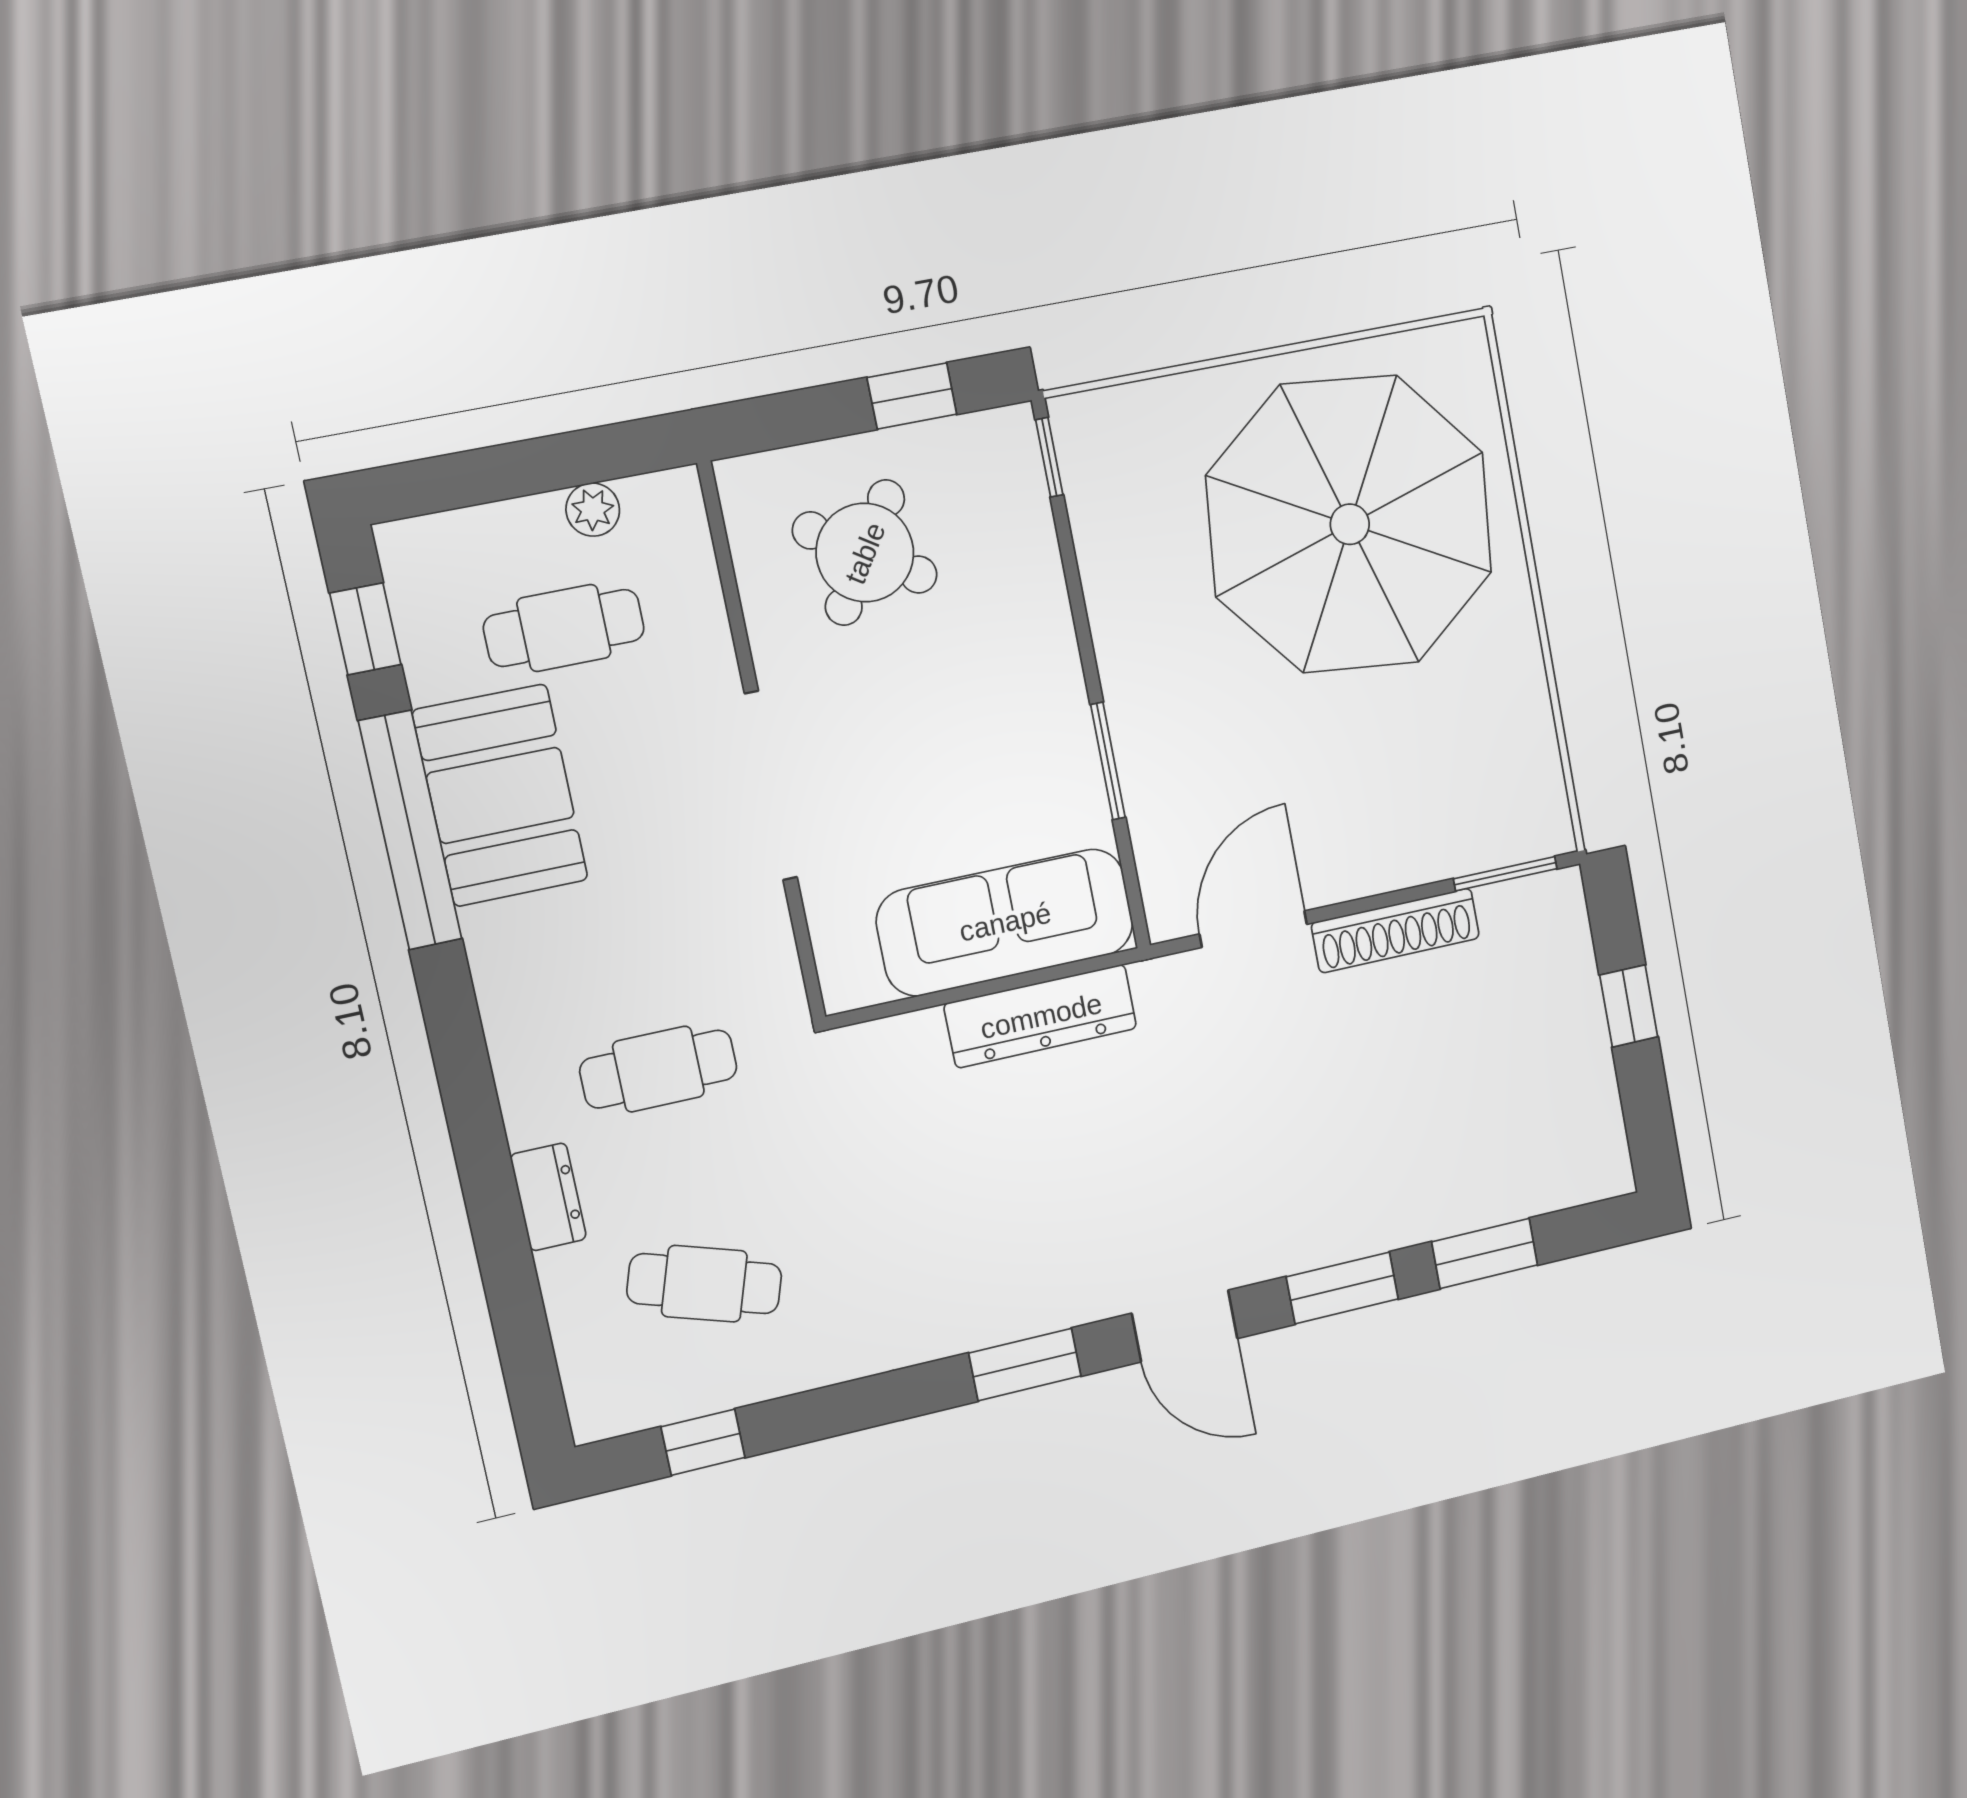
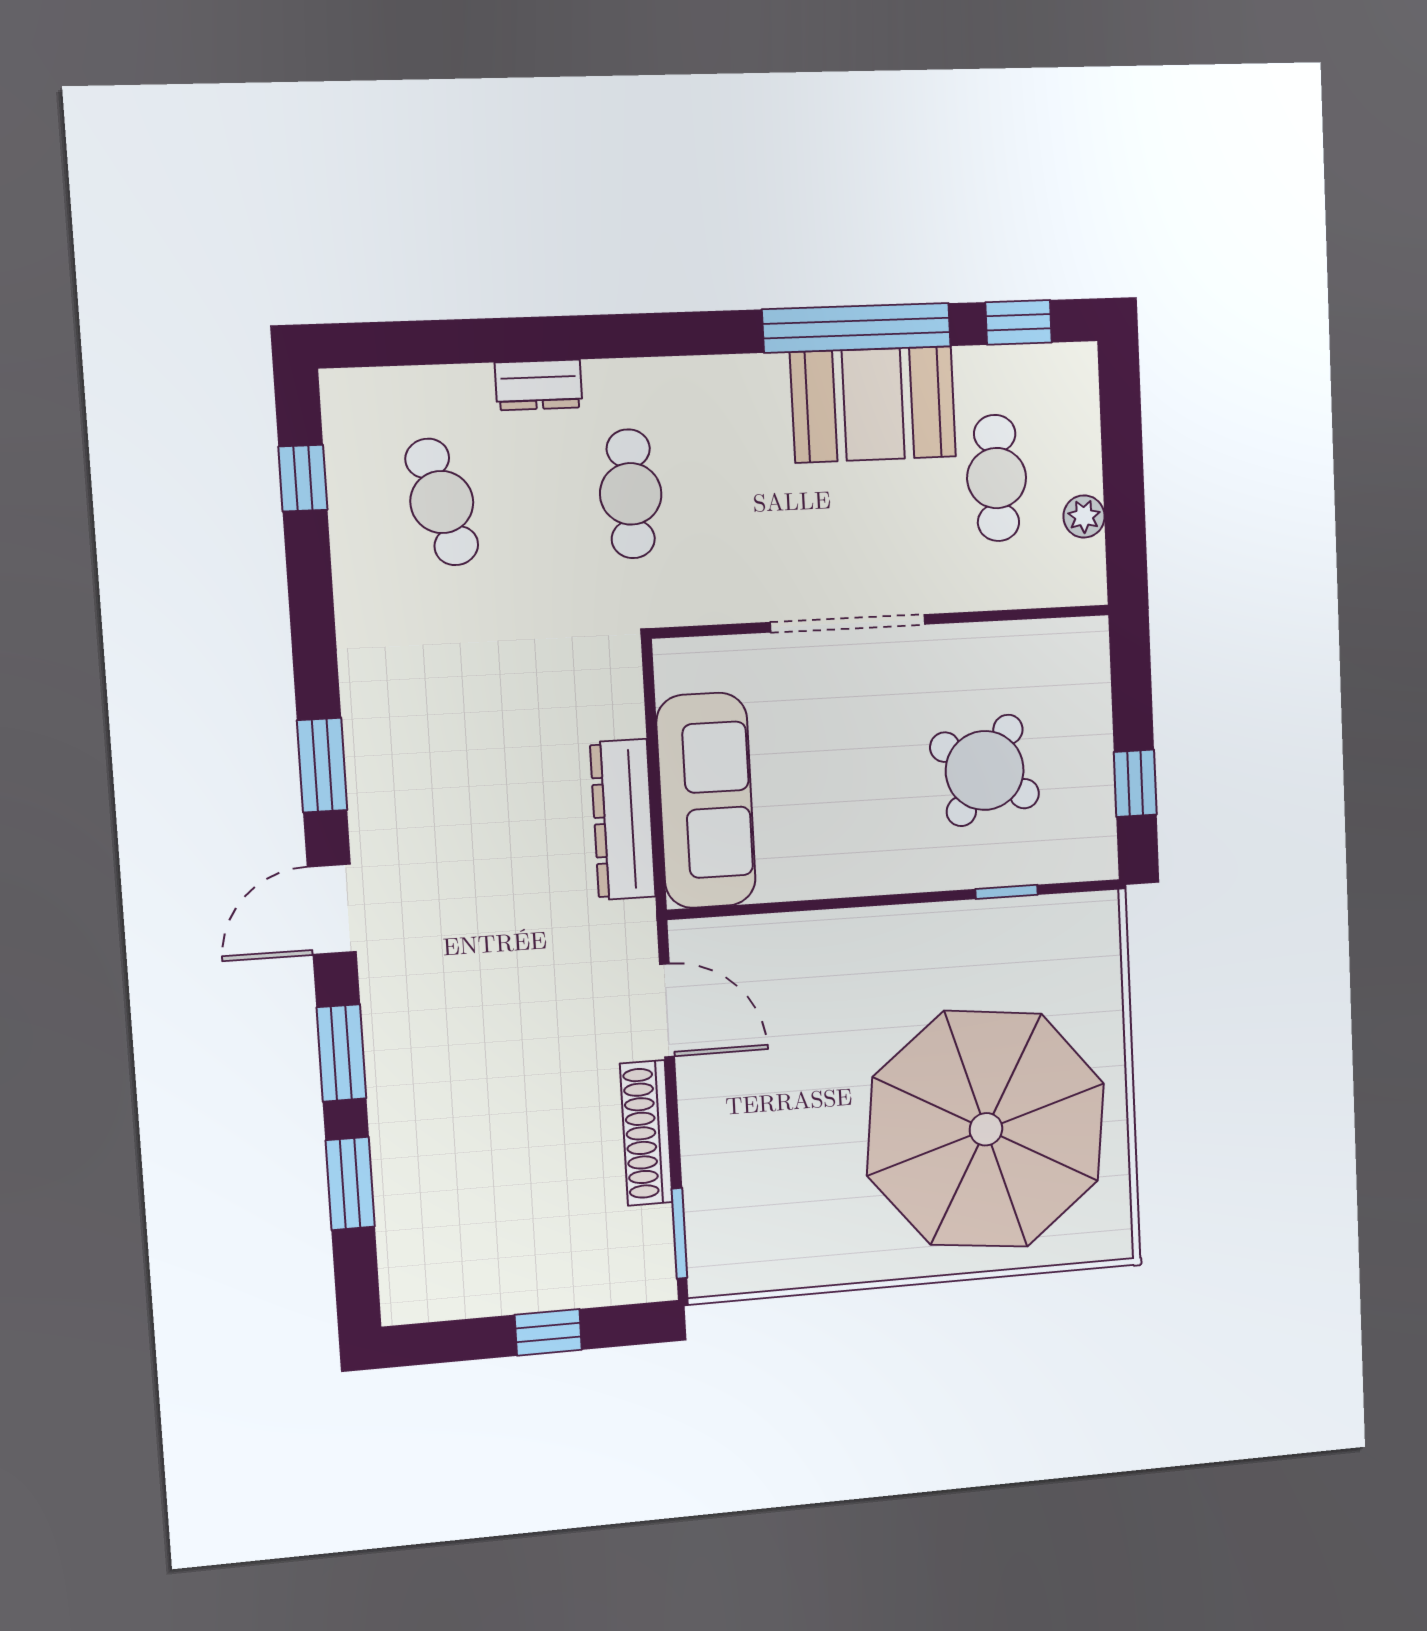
window: (1049, 457) -> (1007, 892), moved
round table: (865, 553) -> (985, 770), moved
window: (1108, 761) -> (825, 904), removed
cafe table: (704, 1284) -> (442, 502), turned -33

